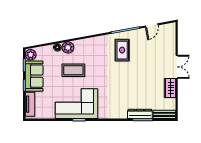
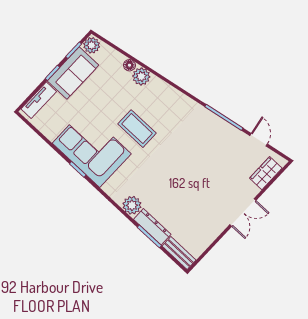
door: (152, 25) -> (259, 140), swing flipped
rug: (122, 50) -> (199, 136), removed
coffee table: (73, 70) -> (137, 129), moved
wardrobe: (170, 88) -> (266, 173), moved
plant: (121, 113) -> (132, 205), added

